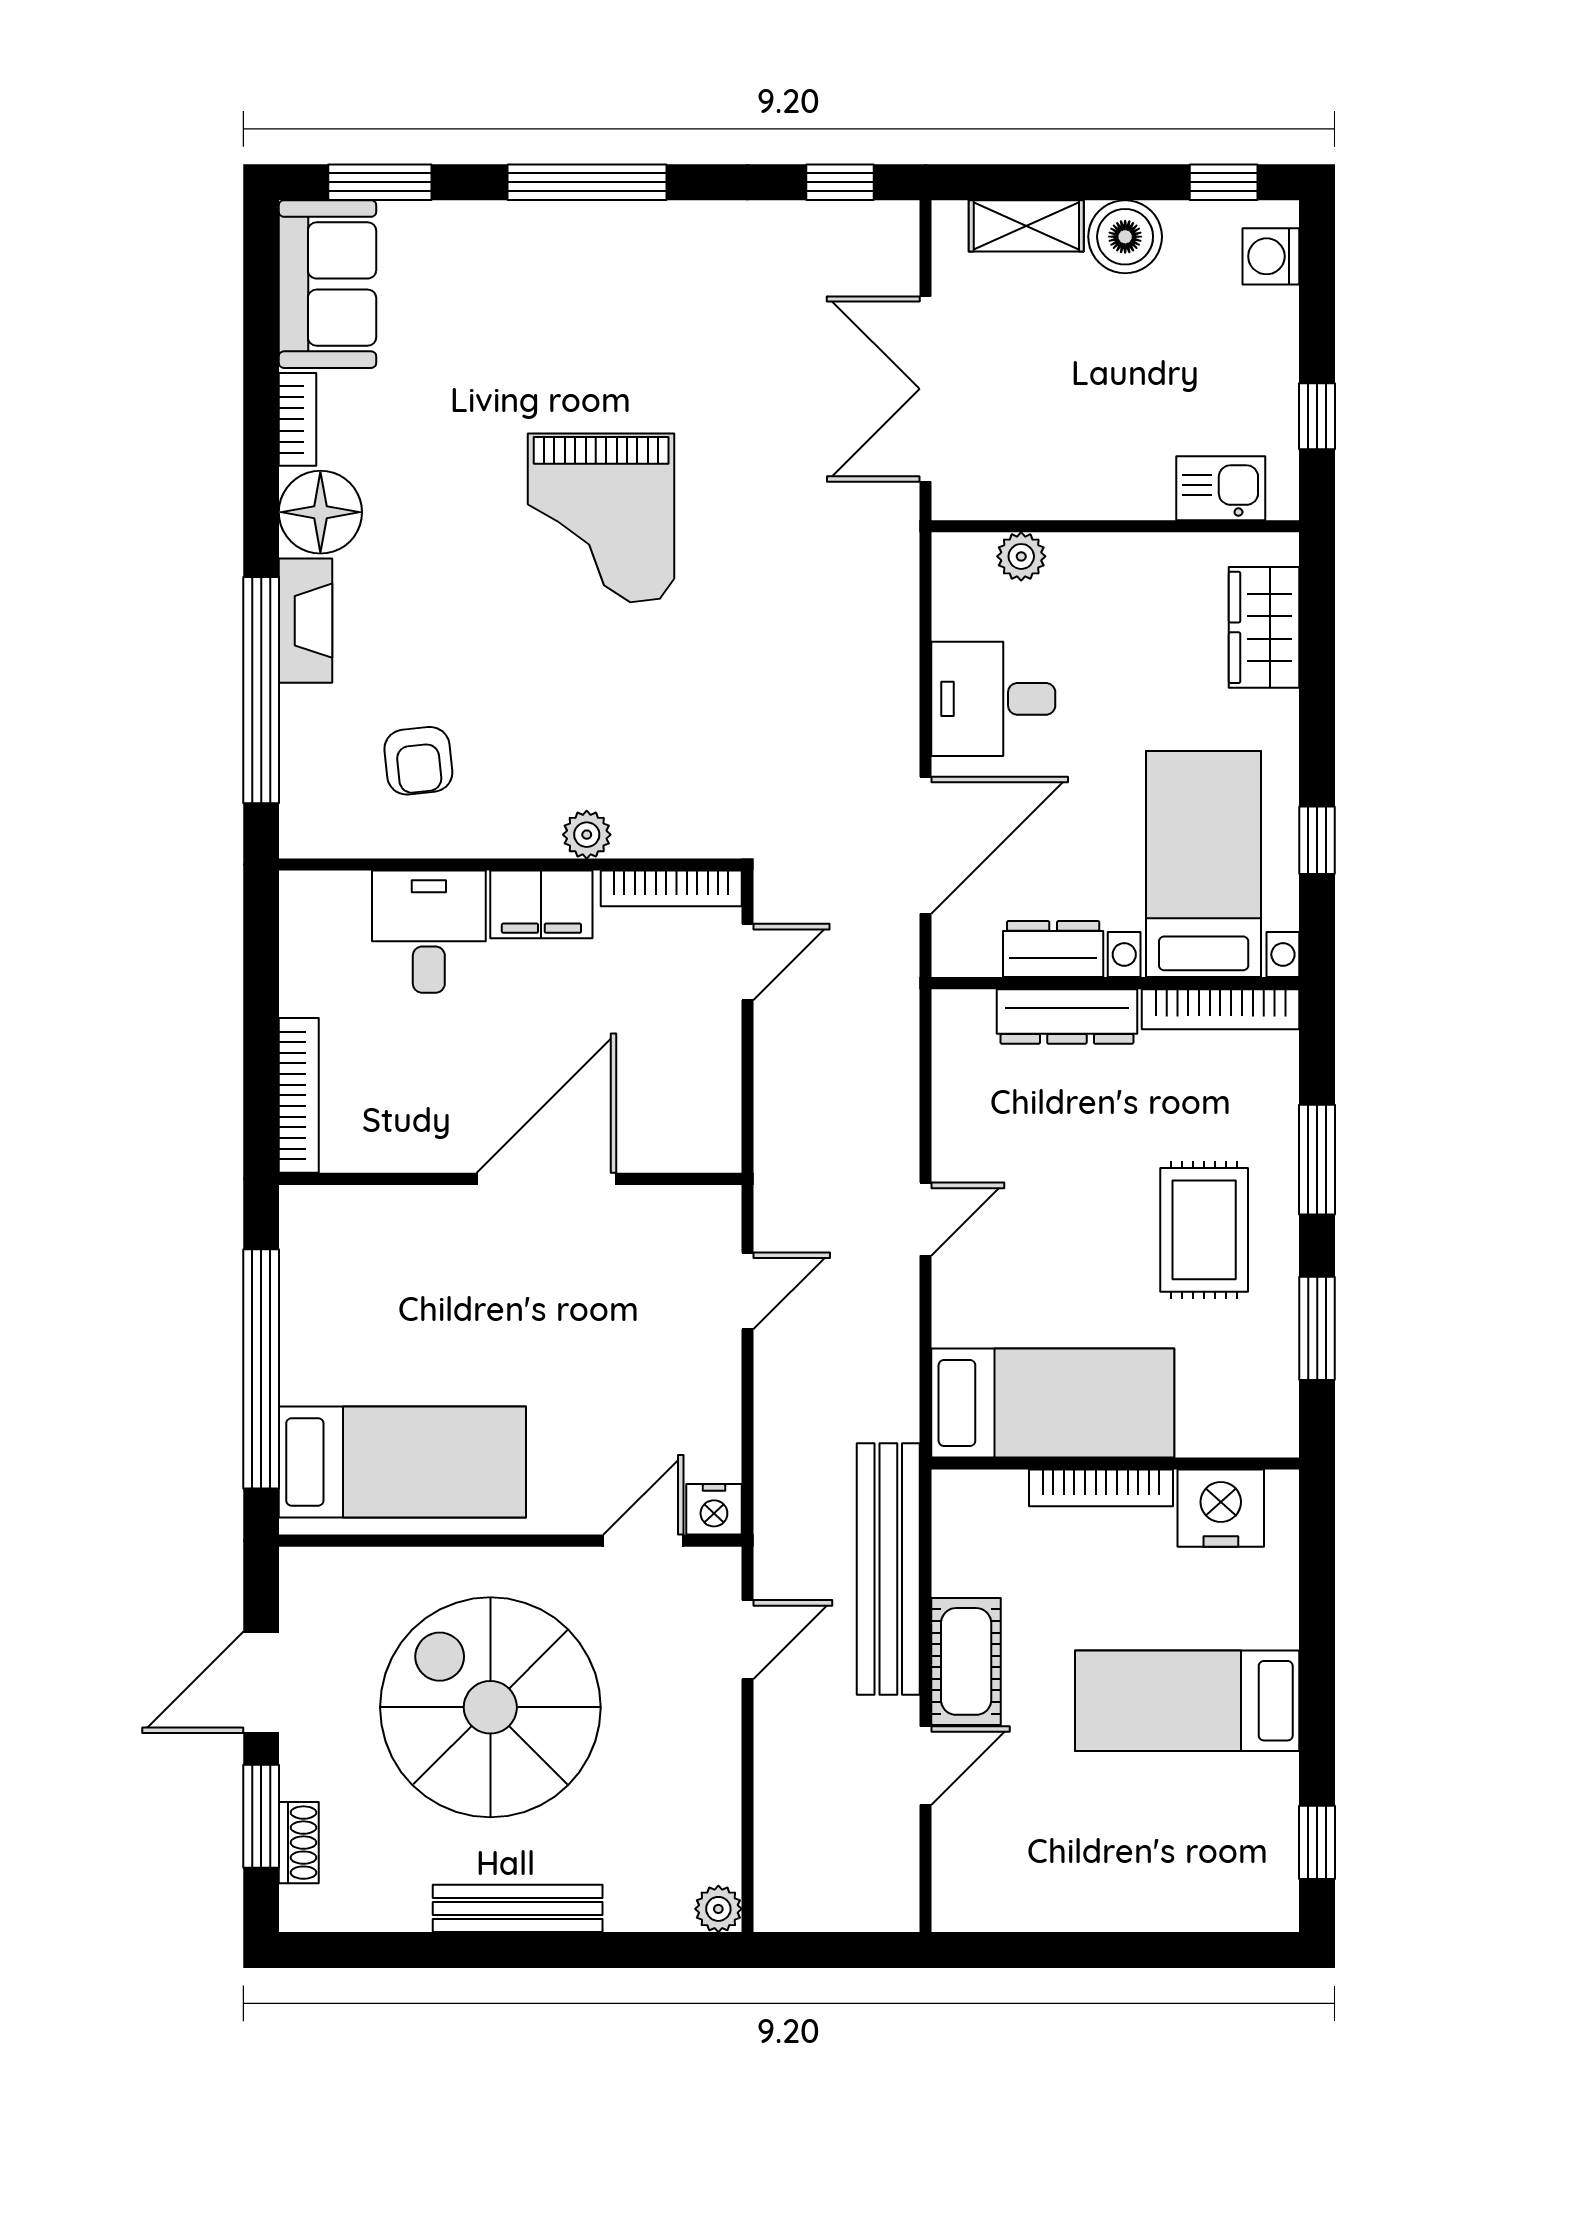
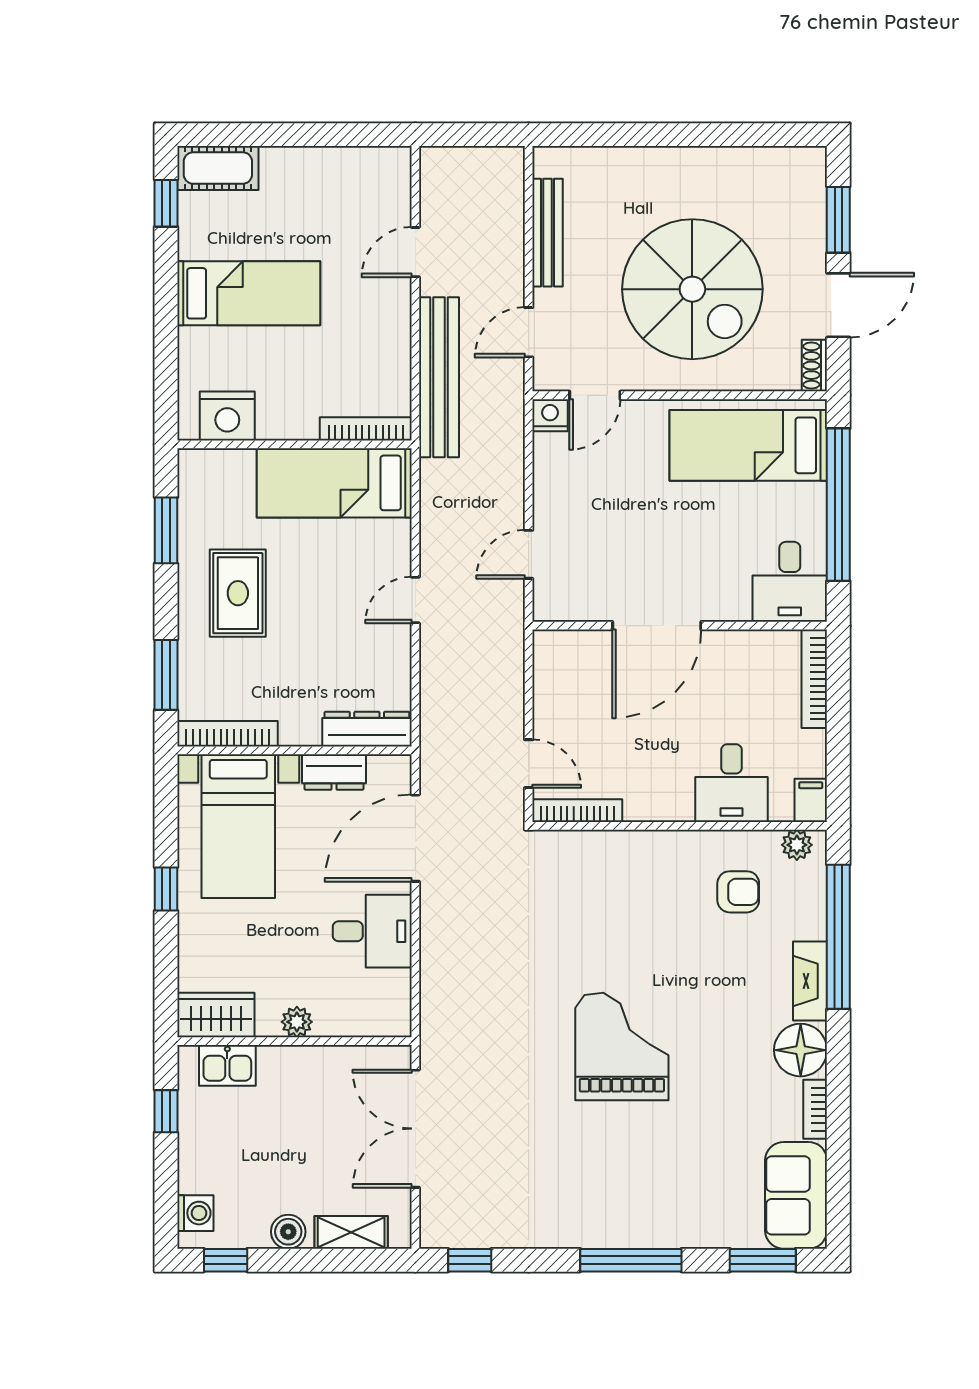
boiler: (1125, 237) -> (288, 1232), width x0.73, depth x0.73
double door: (926, 389) -> (415, 1129), swing flipped
plant: (1021, 556) -> (297, 1022), moved
wardrobe: (1264, 627) -> (216, 1015), moved, turned -90
armchair: (418, 761) -> (738, 892), turned 96
plant: (587, 835) -> (797, 845), moved
window: (1317, 840) -> (166, 889), moved
filing cabinet: (541, 904) -> (811, 800), moved, width x0.50
door: (748, 962) -> (529, 764), swing flipped
dresser: (1067, 1016) -> (367, 729), moved
window: (1317, 1160) -> (166, 675), moved
desk: (337, 1248) -> (790, 582), added
bookcase: (1101, 1488) -> (366, 429), moved
cot: (966, 1661) -> (218, 168), moved, turned 90
shoe rack: (299, 1843) -> (814, 366), moved
bench: (518, 1908) -> (547, 233), moved, turned 90
plant: (718, 1909) -> (547, 161), removed

